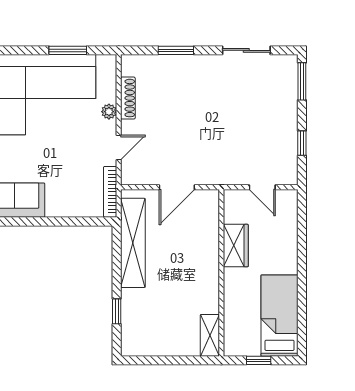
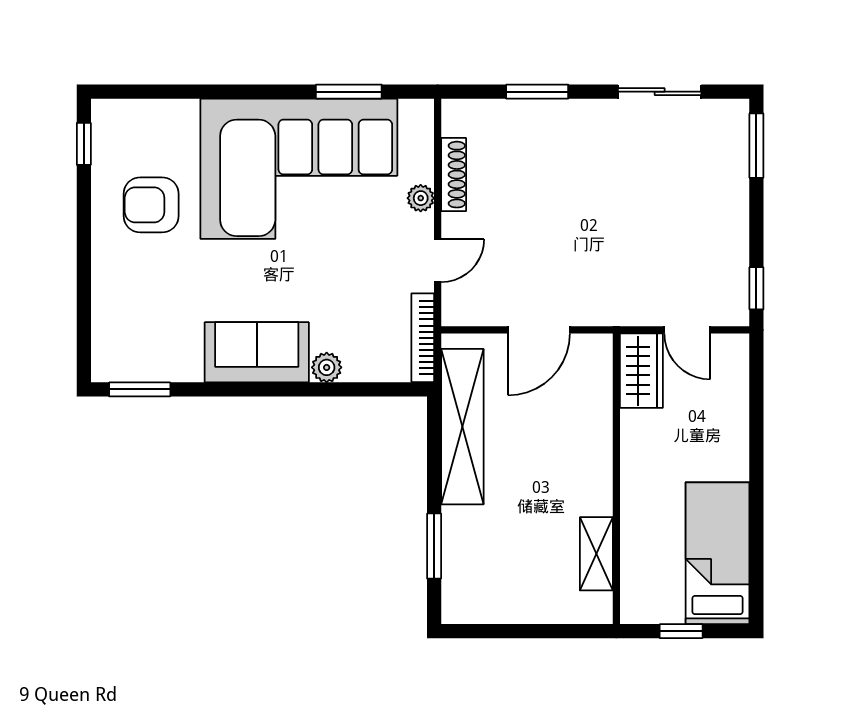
window: (302, 143) -> (756, 288), moved
plant: (55, 209) -> (327, 367), added
wardrobe: (236, 246) -> (641, 371), moved
window: (117, 311) -> (434, 546), width x1.50
shelving: (210, 335) -> (596, 554), moved

